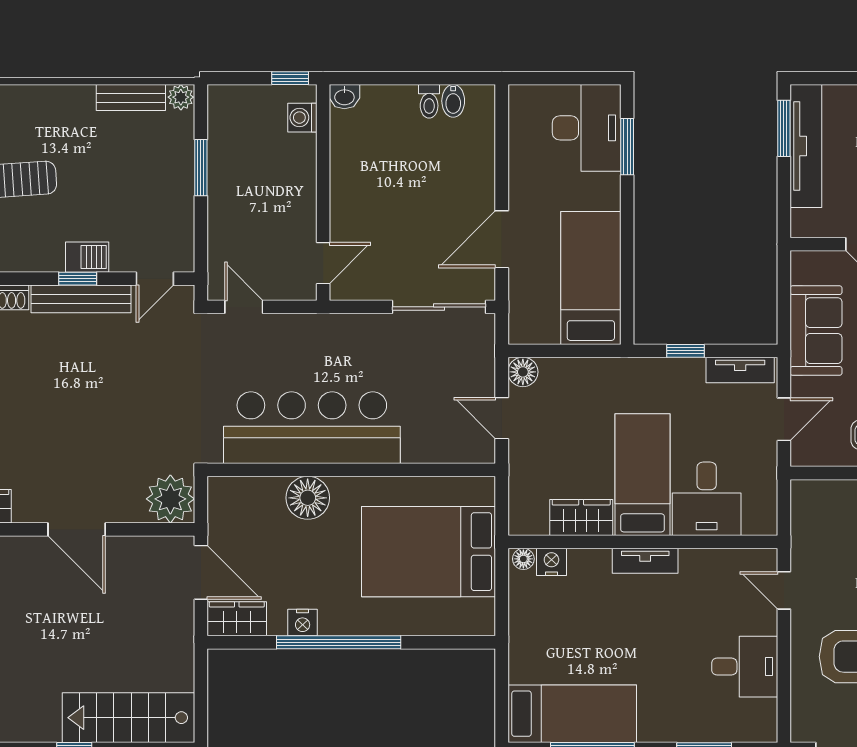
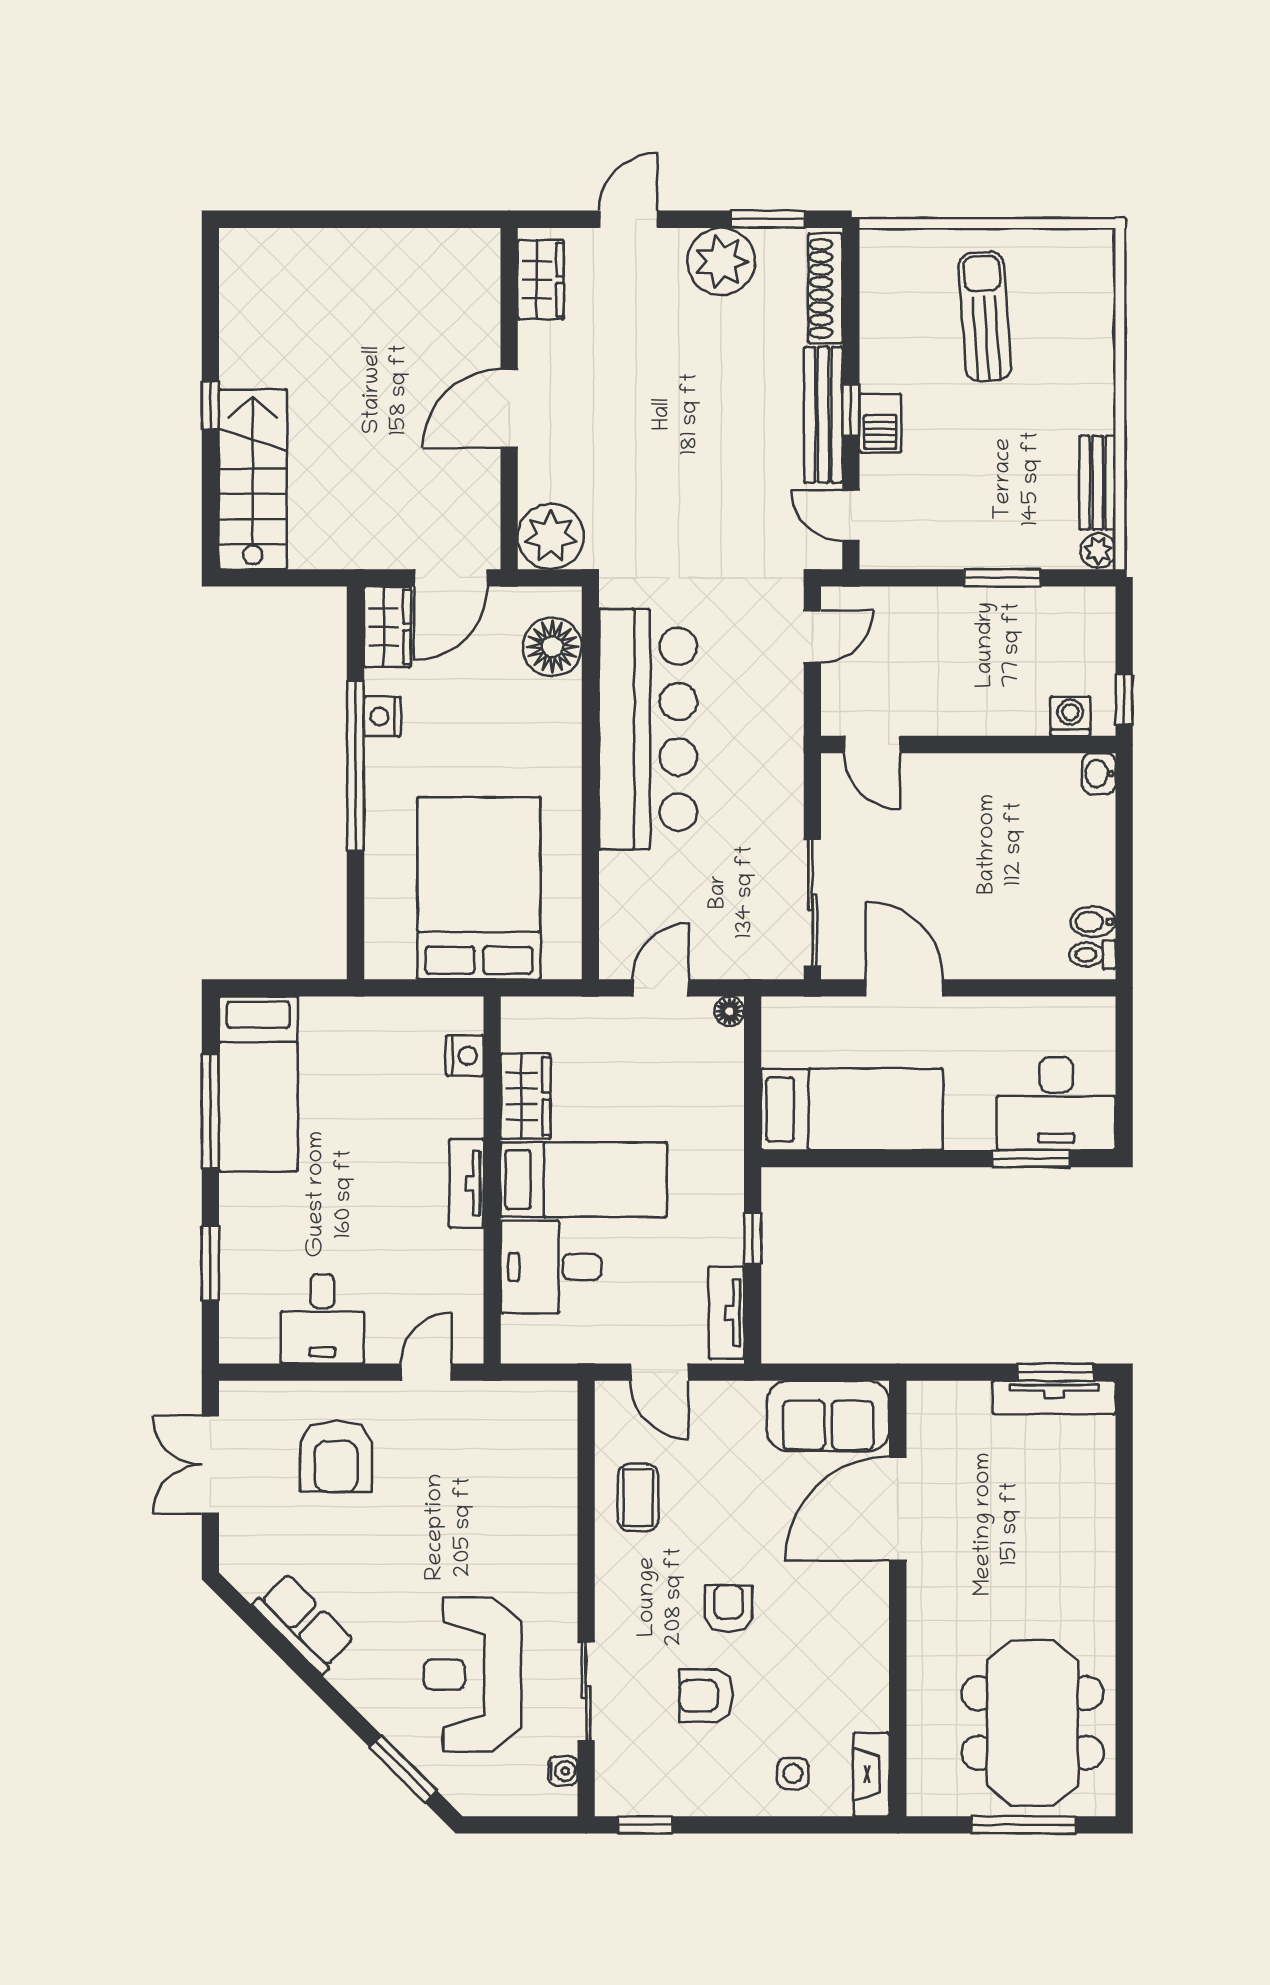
toilet: (429, 101) -> (1092, 955), moved
tv unit: (806, 146) -> (1054, 1397), width x0.73, depth x0.78
sofa: (816, 331) -> (828, 1416), moved
floor lamp: (523, 372) -> (729, 1011), width x0.73, depth x0.73
floor lamp: (308, 498) -> (552, 647), moved
floor lamp: (523, 559) -> (469, 1017), removed

